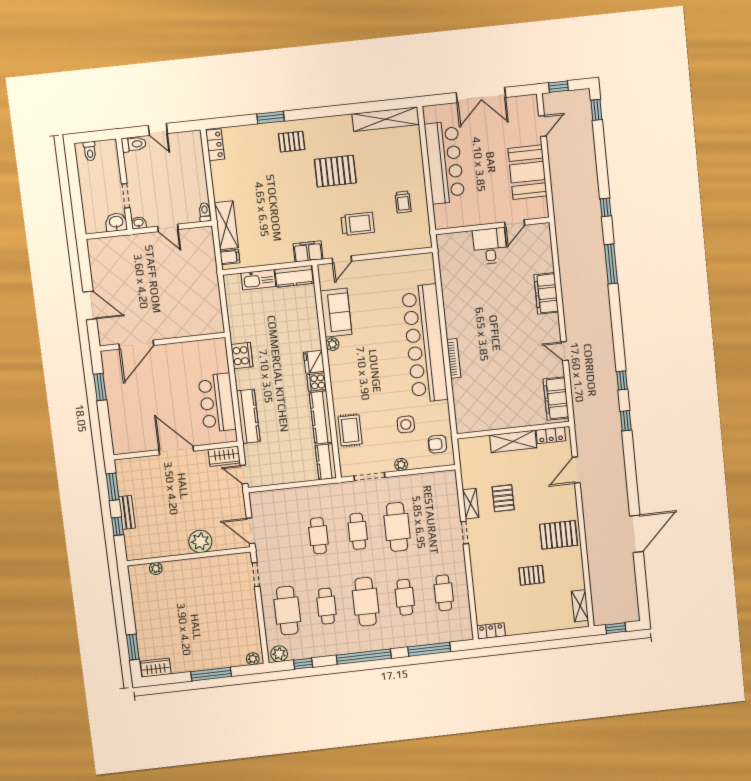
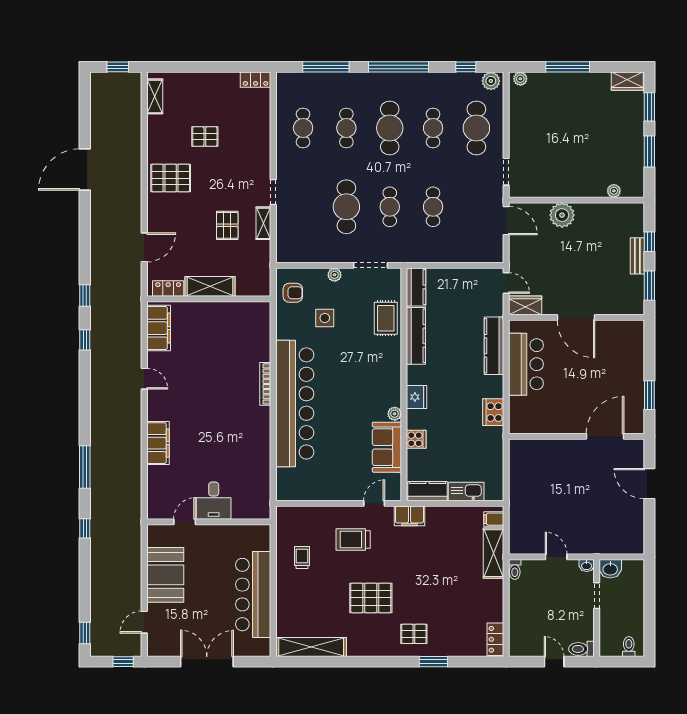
cooker: (317, 382) -> (416, 439), moved
window: (128, 607) -> (649, 152), added

